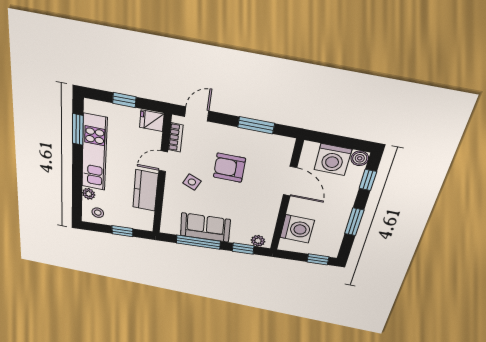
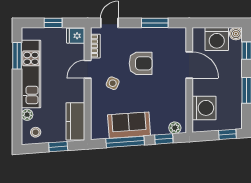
armchair: (229, 168) -> (141, 63), turned 180
kitchen counter: (145, 191) -> (75, 121), moved

